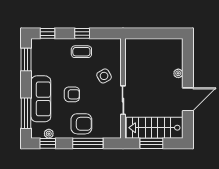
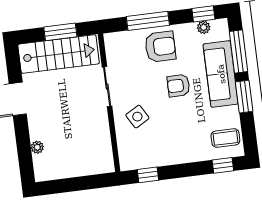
window: (82, 33) -> (148, 175), moved
coffee table: (81, 52) -> (225, 138), moved
window: (26, 59) -> (244, 97), moved
plant: (178, 73) -> (37, 147), moved
armchair: (81, 124) -> (160, 47), turned 180

